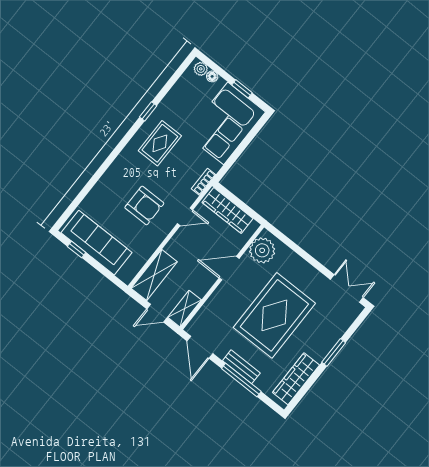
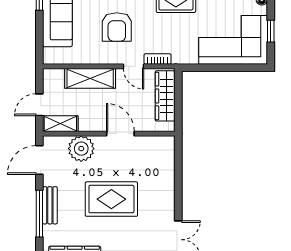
bookcase: (204, 182) -> (158, 59), moved
plant: (262, 250) -> (81, 149), moved
shelving: (154, 275) -> (90, 78), moved
door: (157, 313) -> (39, 105), hinge flipped
rug: (274, 315) -> (111, 199), width x0.73, depth x0.69

